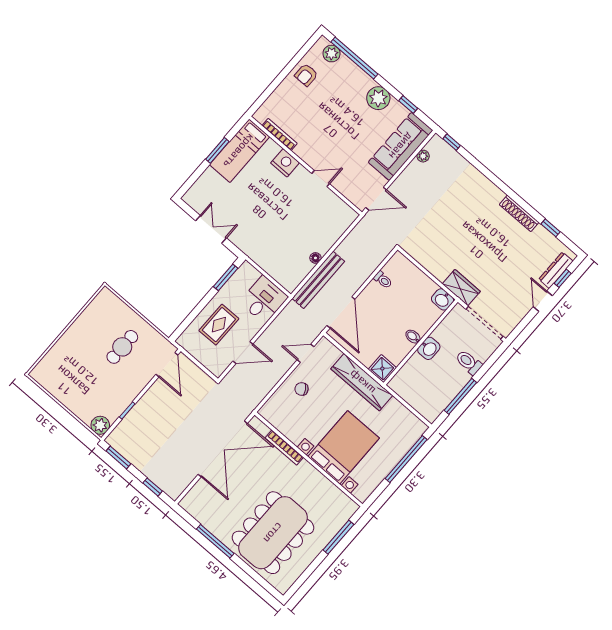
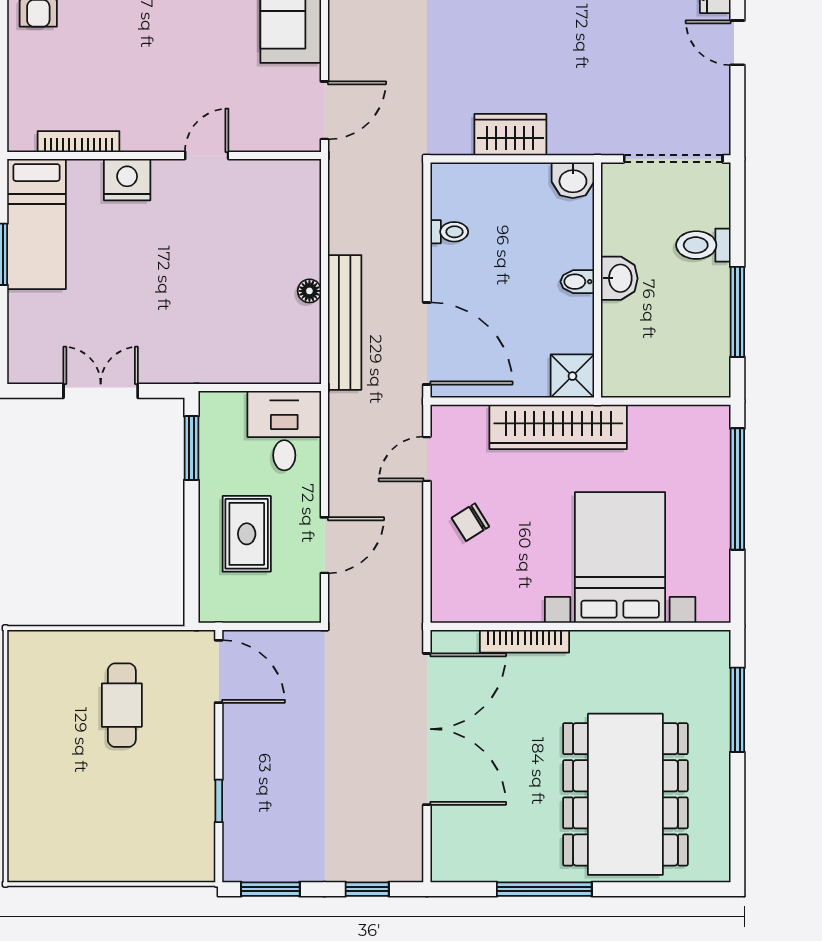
wardrobe: (461, 288) -> (510, 135), moved
plant: (100, 425) -> (196, 863), removed

